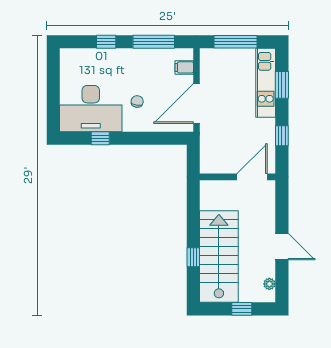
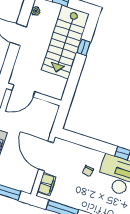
filing cabinet: (184, 67) -> (47, 184), width x2.00
door: (197, 103) -> (46, 156), swing flipped

